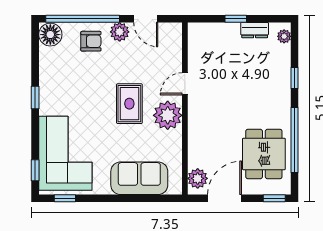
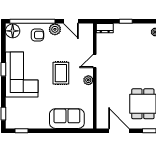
dresser: (255, 30) -> (105, 28), moved
plant: (168, 115) -> (88, 80), width x0.53, depth x0.53
corner sofa: (65, 153) -> (22, 74), moved
plant: (198, 178) -> (102, 119), removed
door: (225, 198) -> (119, 131), hinge flipped

